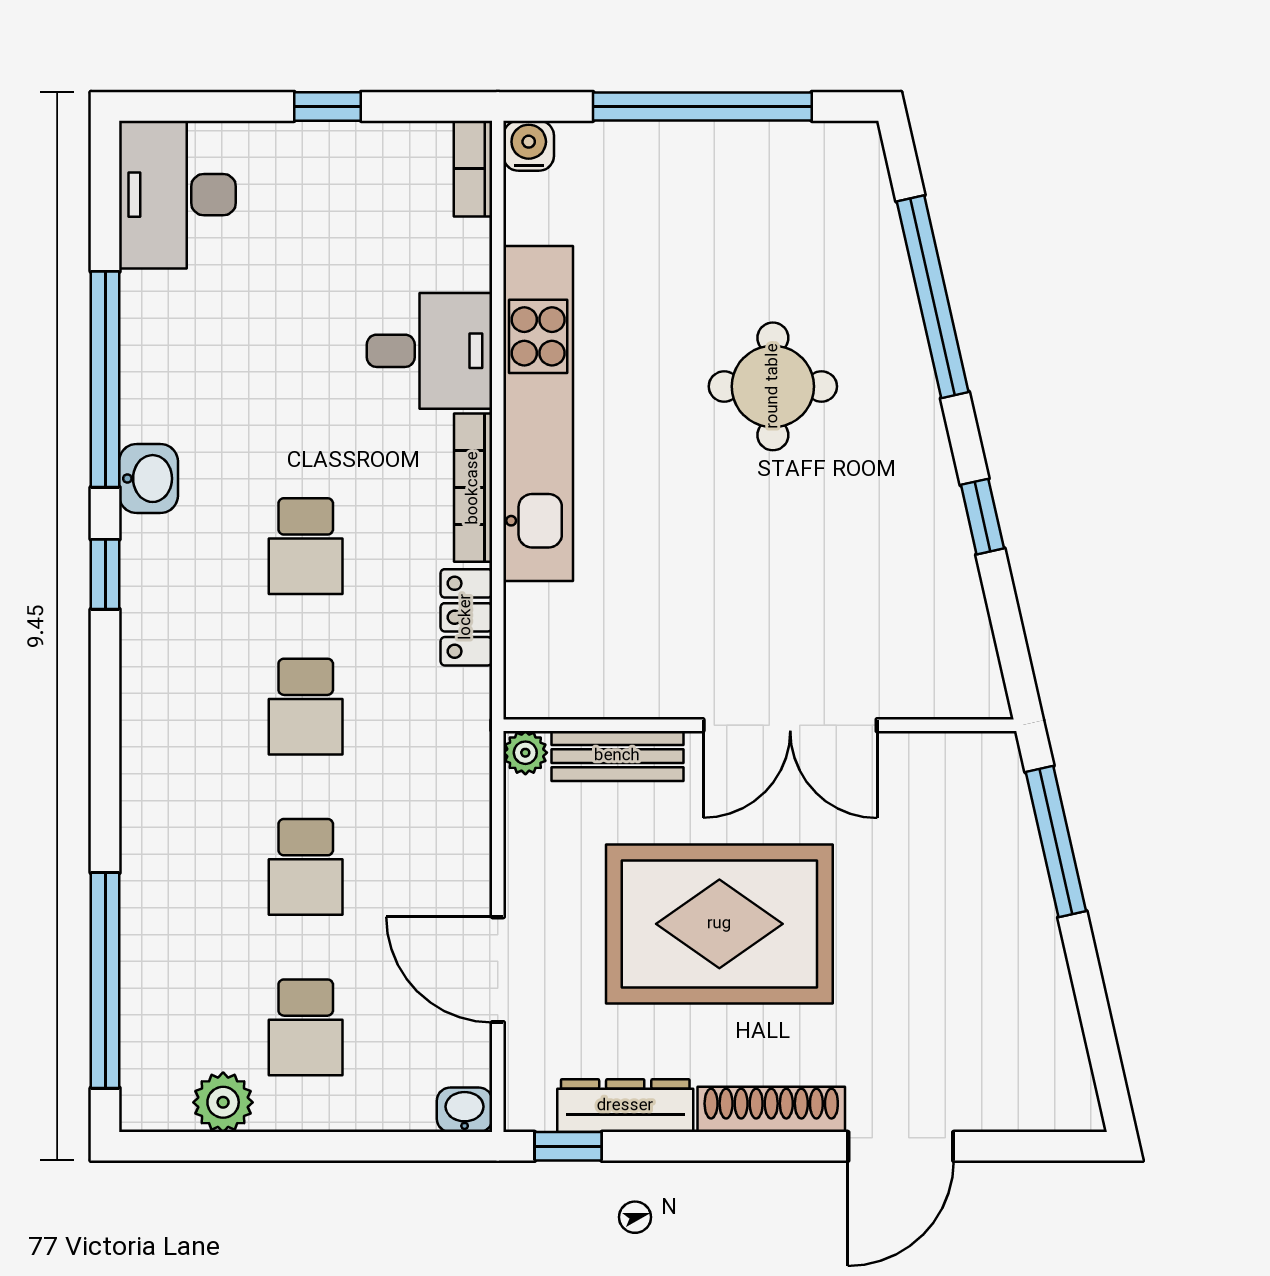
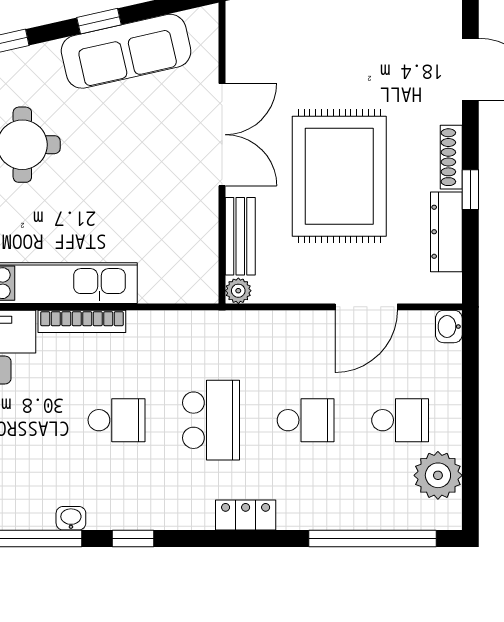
washbasin: (148, 479) -> (71, 518), width x0.72, depth x0.69
sofa: (931, 562) -> (126, 51), added
locker: (466, 617) -> (246, 515), moved, turned 180
school desk: (306, 707) -> (211, 420), width x1.85
plant: (223, 1102) -> (438, 475), width x1.36, depth x1.36
shoe rack: (771, 1109) -> (451, 157), width x0.74, depth x0.81
window: (568, 1146) -> (470, 190), moved

